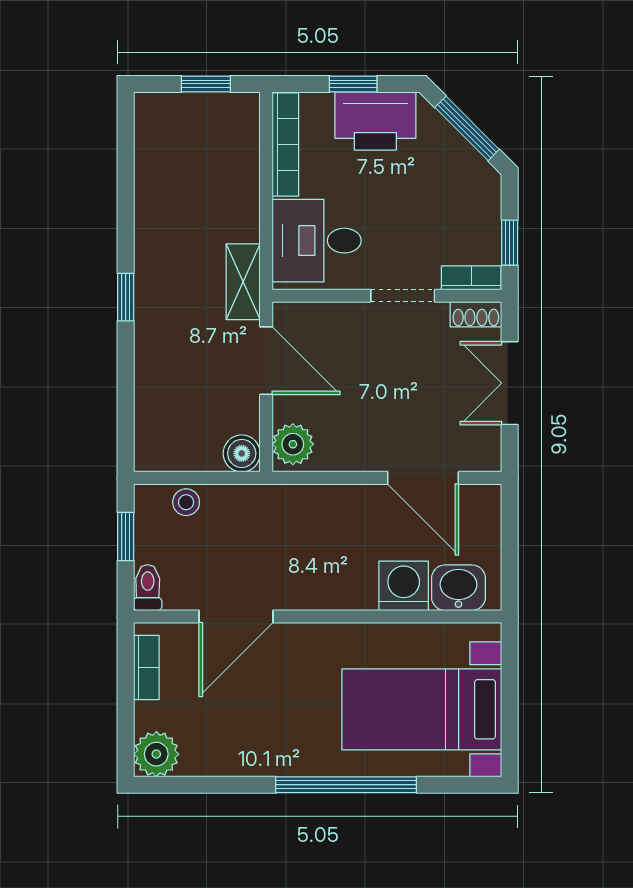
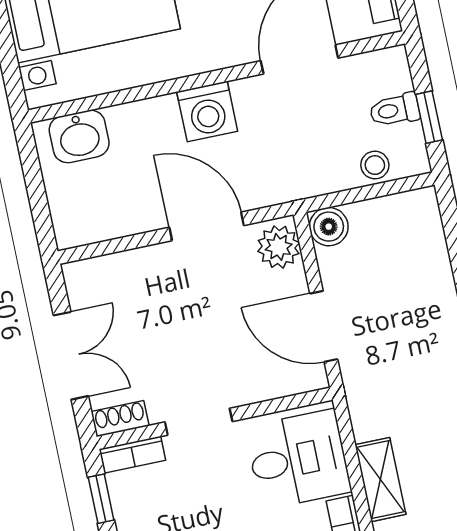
shelving: (243, 282) -> (380, 480), moved
door: (423, 478) -> (207, 226), moved
washing machine: (404, 586) -> (207, 111), moved
toilet: (148, 588) -> (395, 110), moved, turned 90

